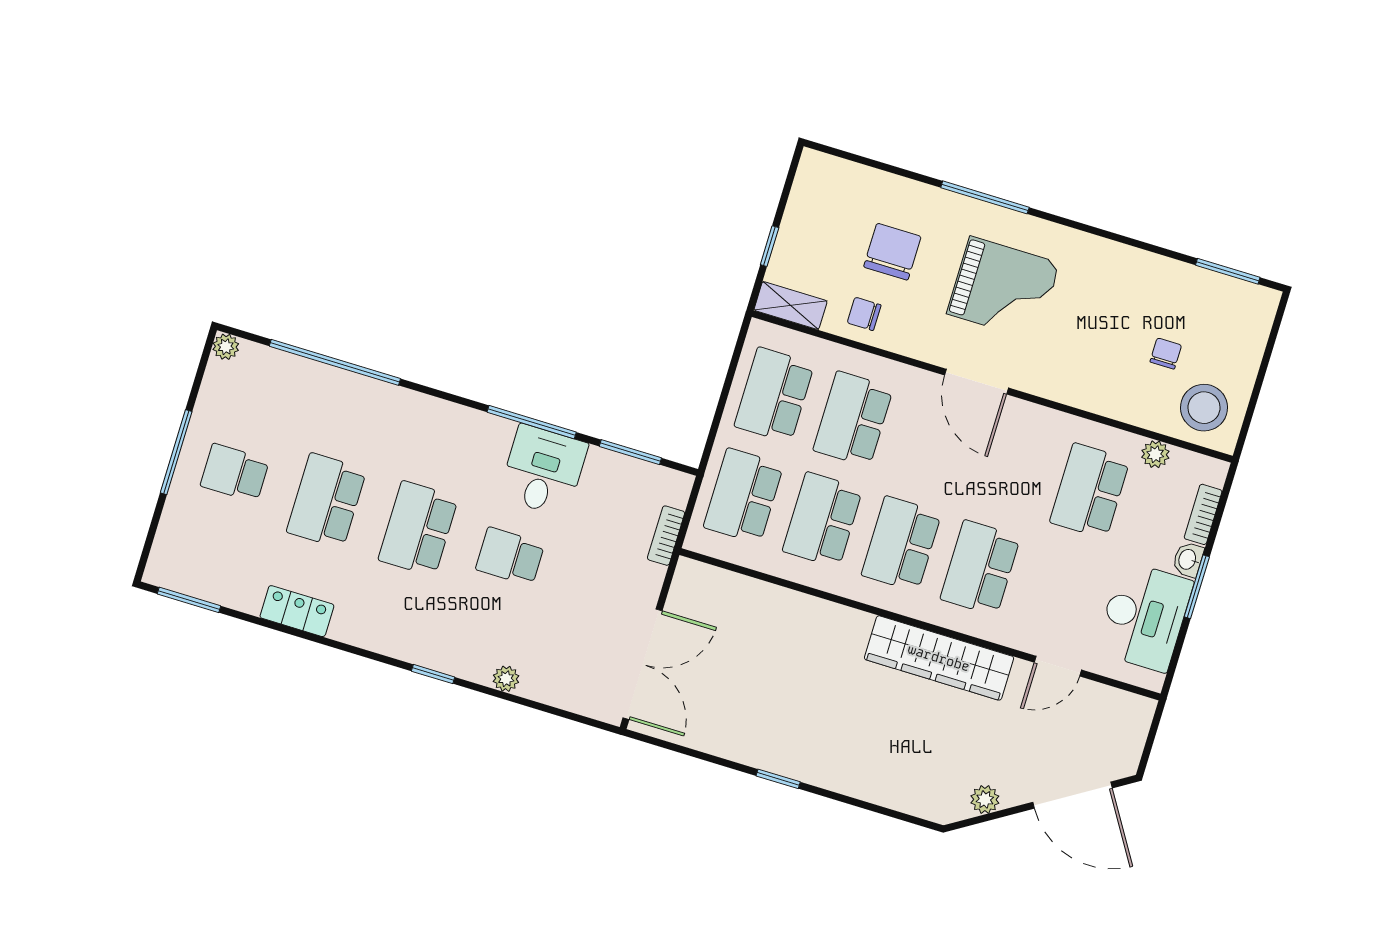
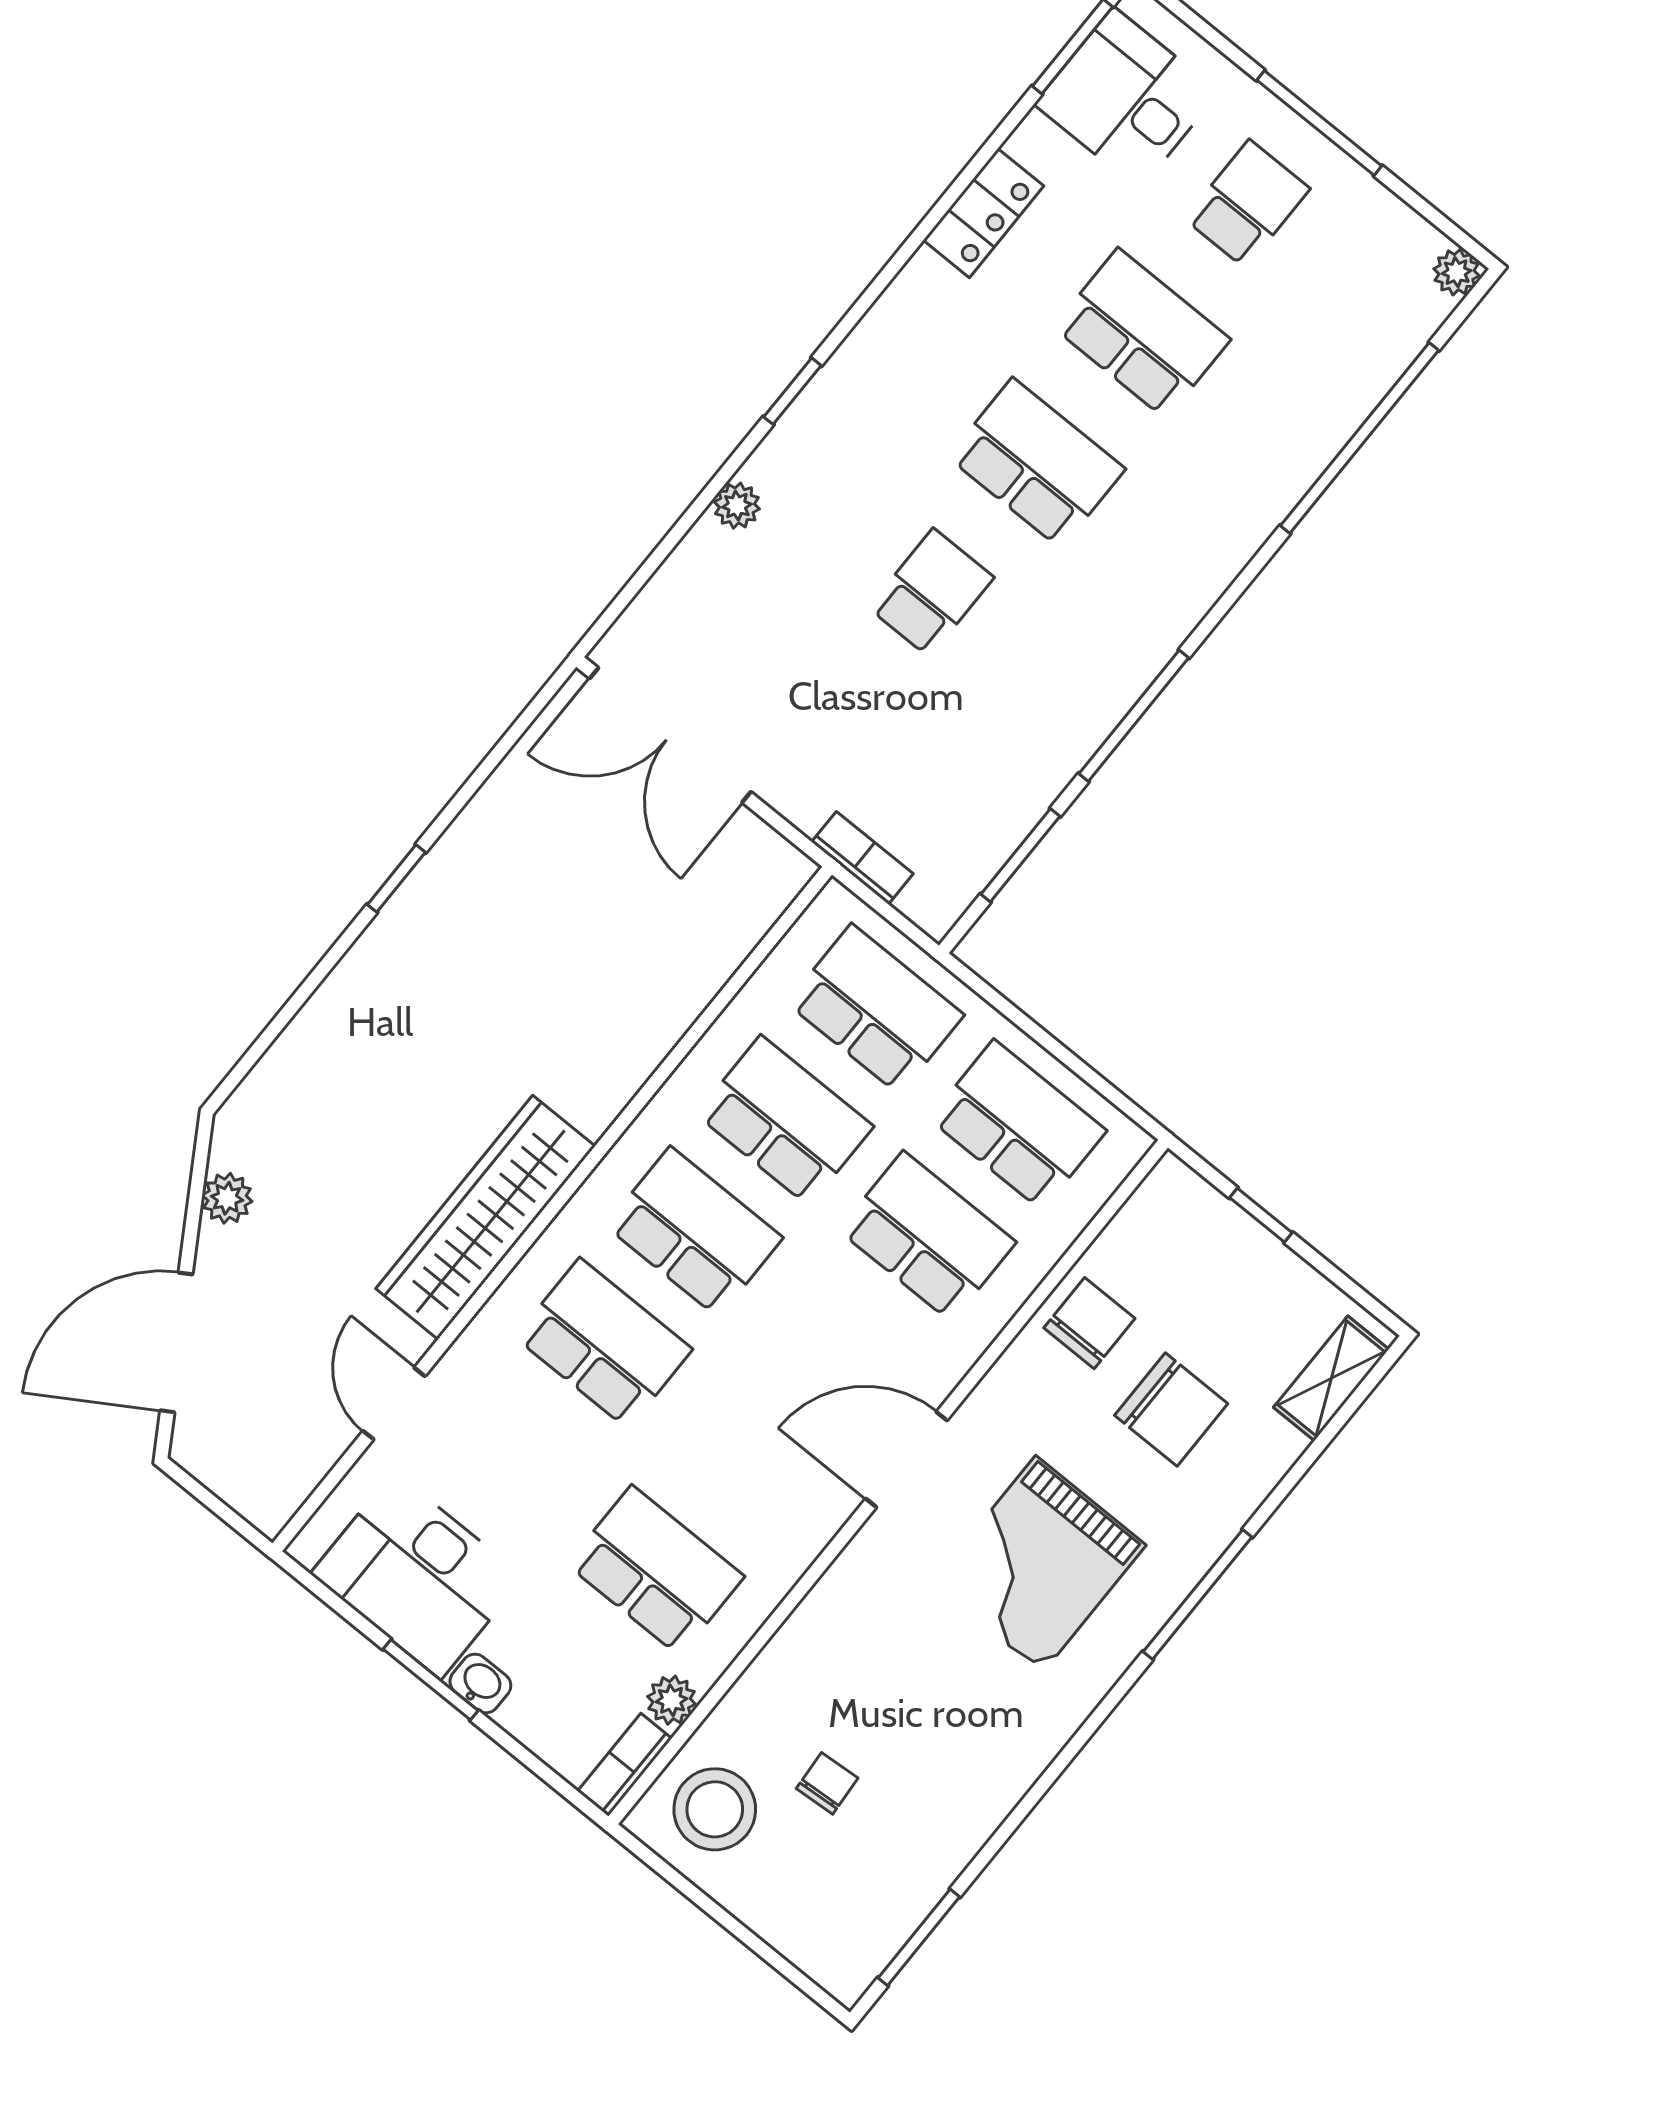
shelving: (791, 306) -> (1331, 1378), moved
chair: (864, 314) -> (1089, 1323), width x1.37, depth x1.37
chair: (1166, 353) -> (827, 1783), turned -94
desk: (543, 470) -> (1127, 98), moved, turned 180
bookcase: (1203, 514) -> (625, 1765), moved, turned -90

